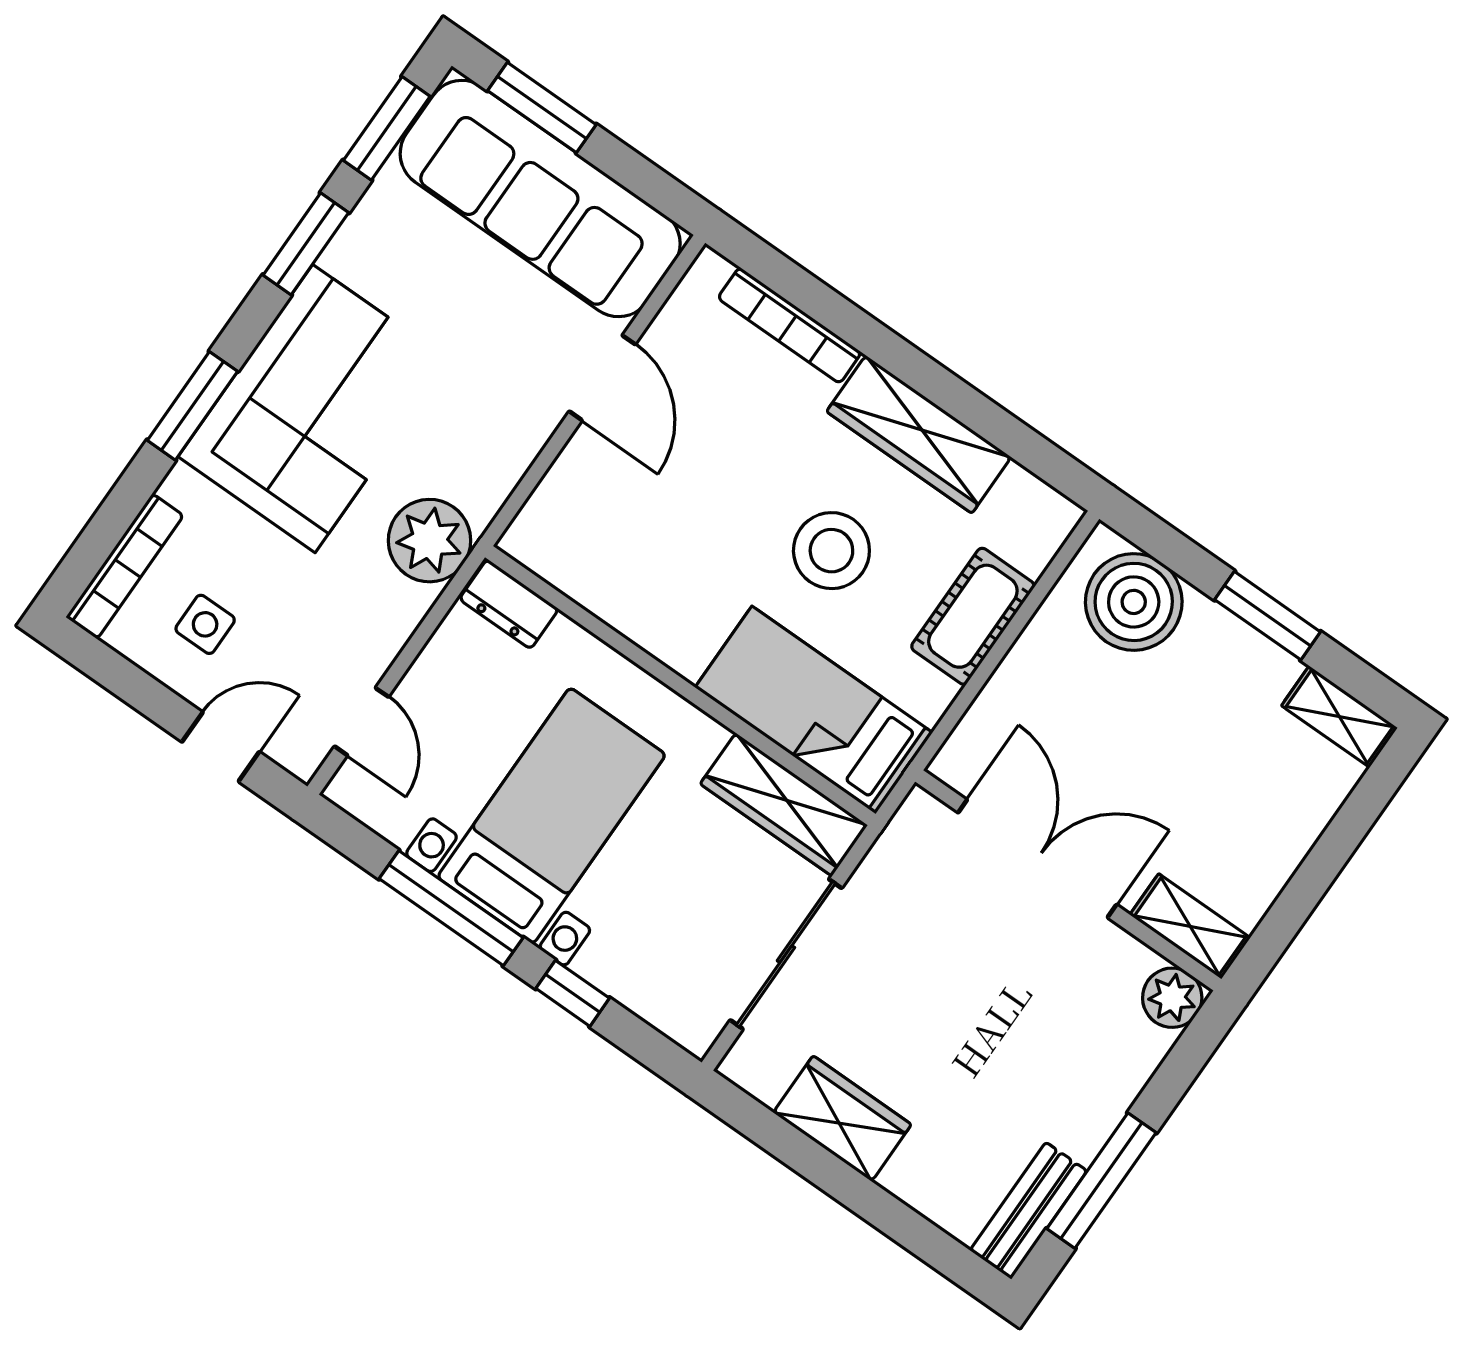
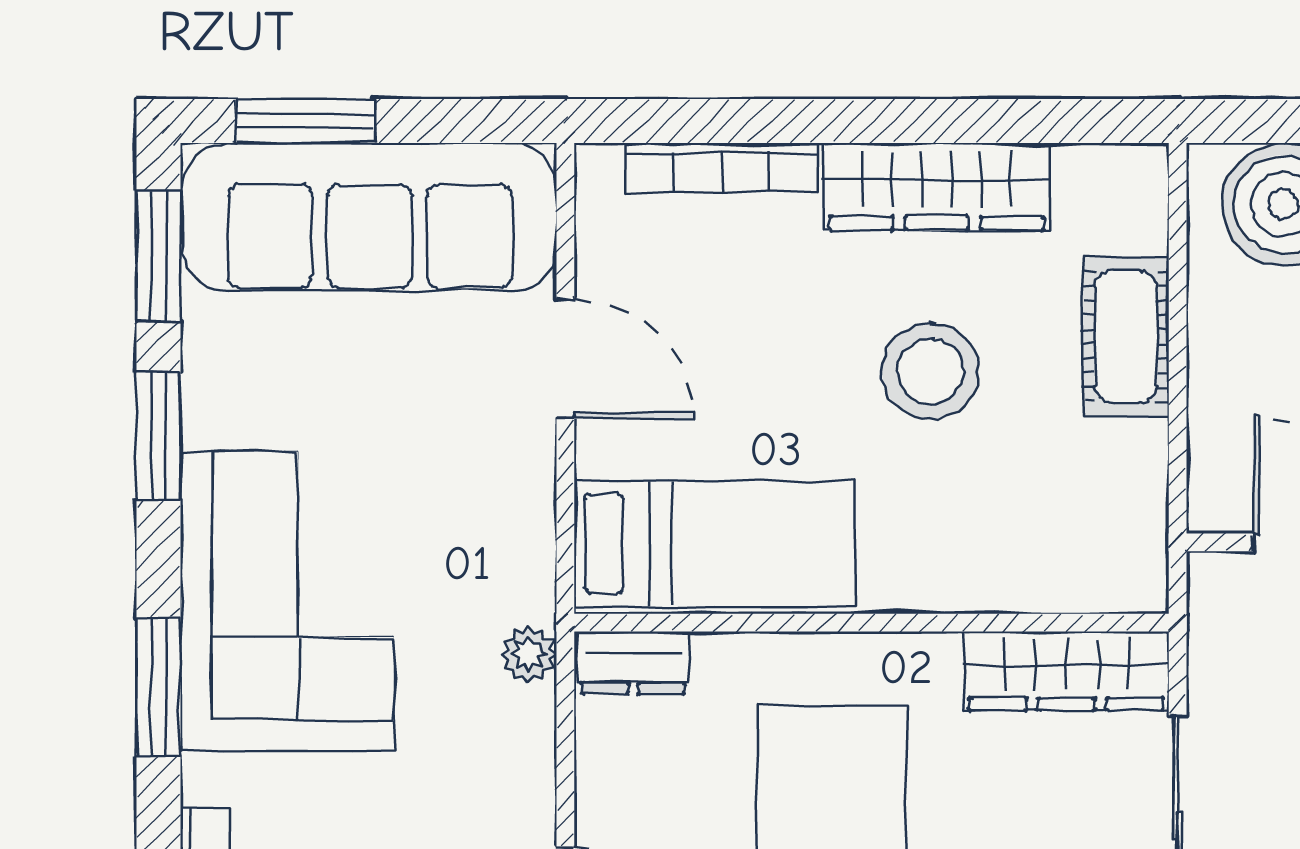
plant: (430, 541) -> (529, 655), width x0.53, depth x0.53
bed: (814, 710) -> (715, 543), moved, turned 180

